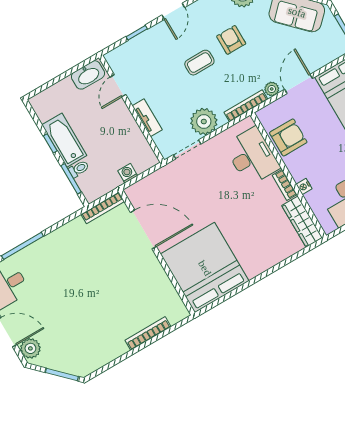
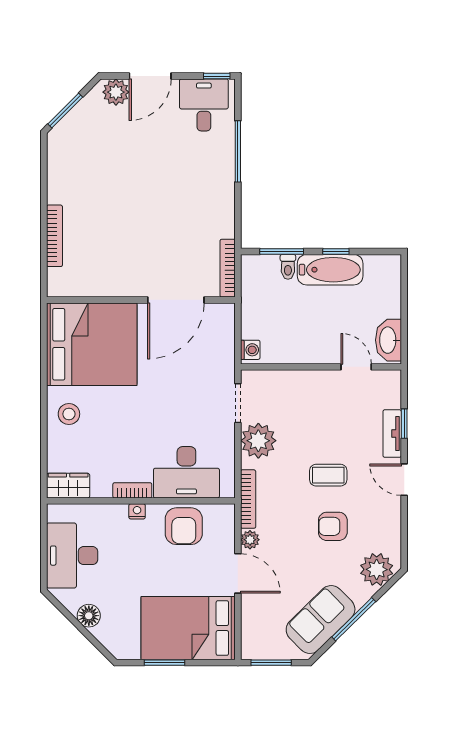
armchair: (231, 40) -> (333, 526), turned 180
coffee table: (199, 63) -> (328, 475), turned 90
tv unit: (147, 118) -> (392, 434), moved, turned 90
washing machine: (128, 173) -> (250, 350), moved
nightstand: (304, 186) -> (137, 511), moved
wardrobe: (302, 222) -> (68, 486), width x0.67
stool: (259, 256) -> (69, 414), added

